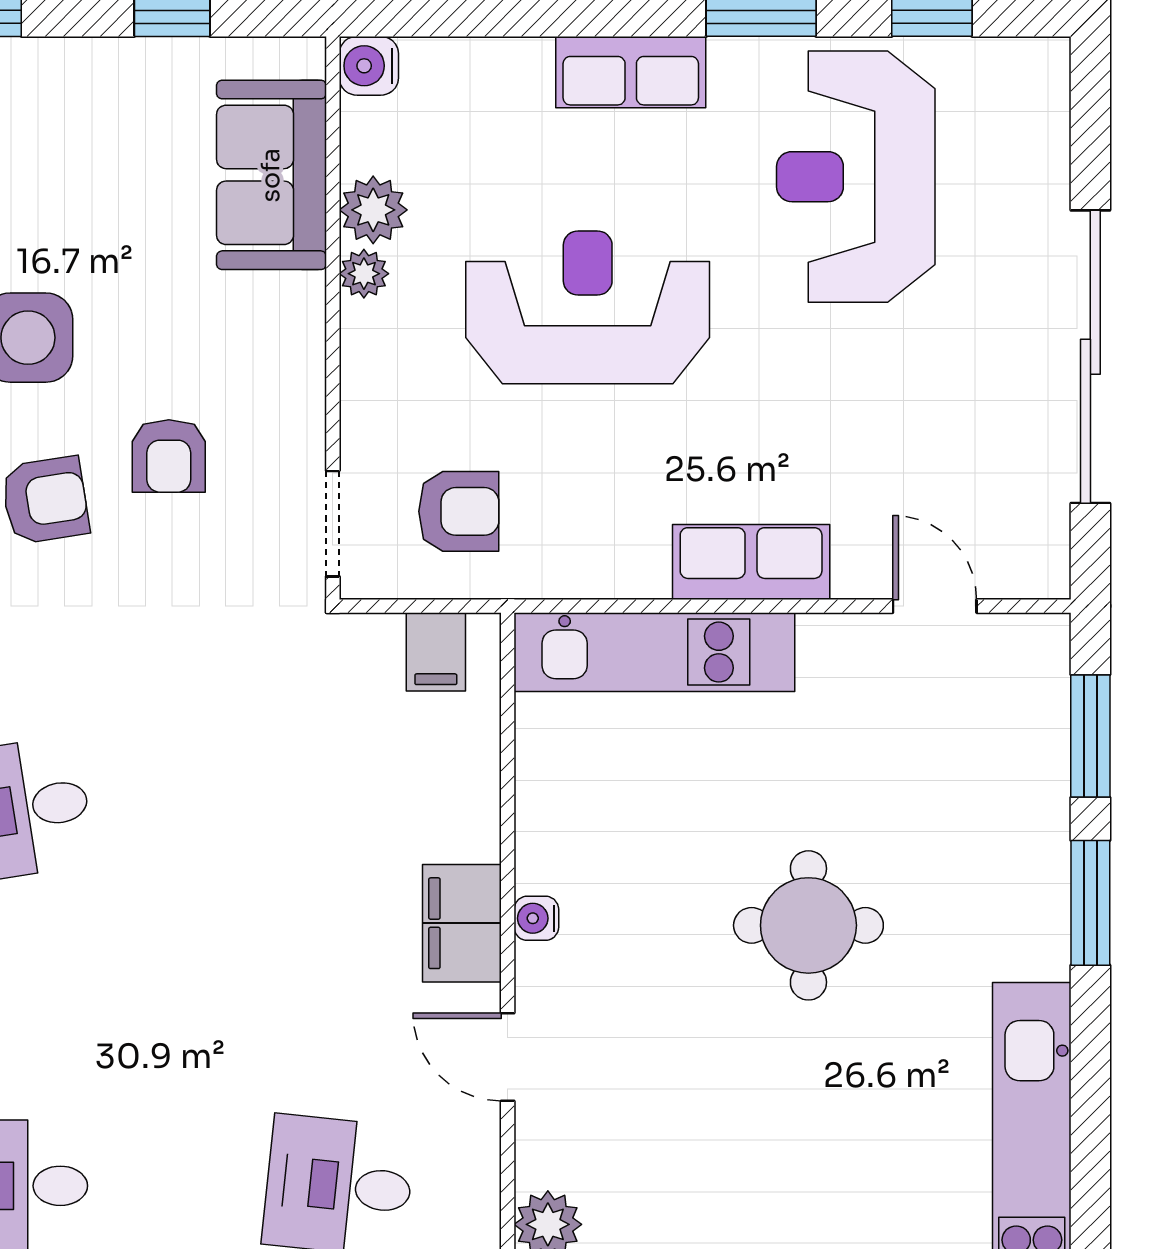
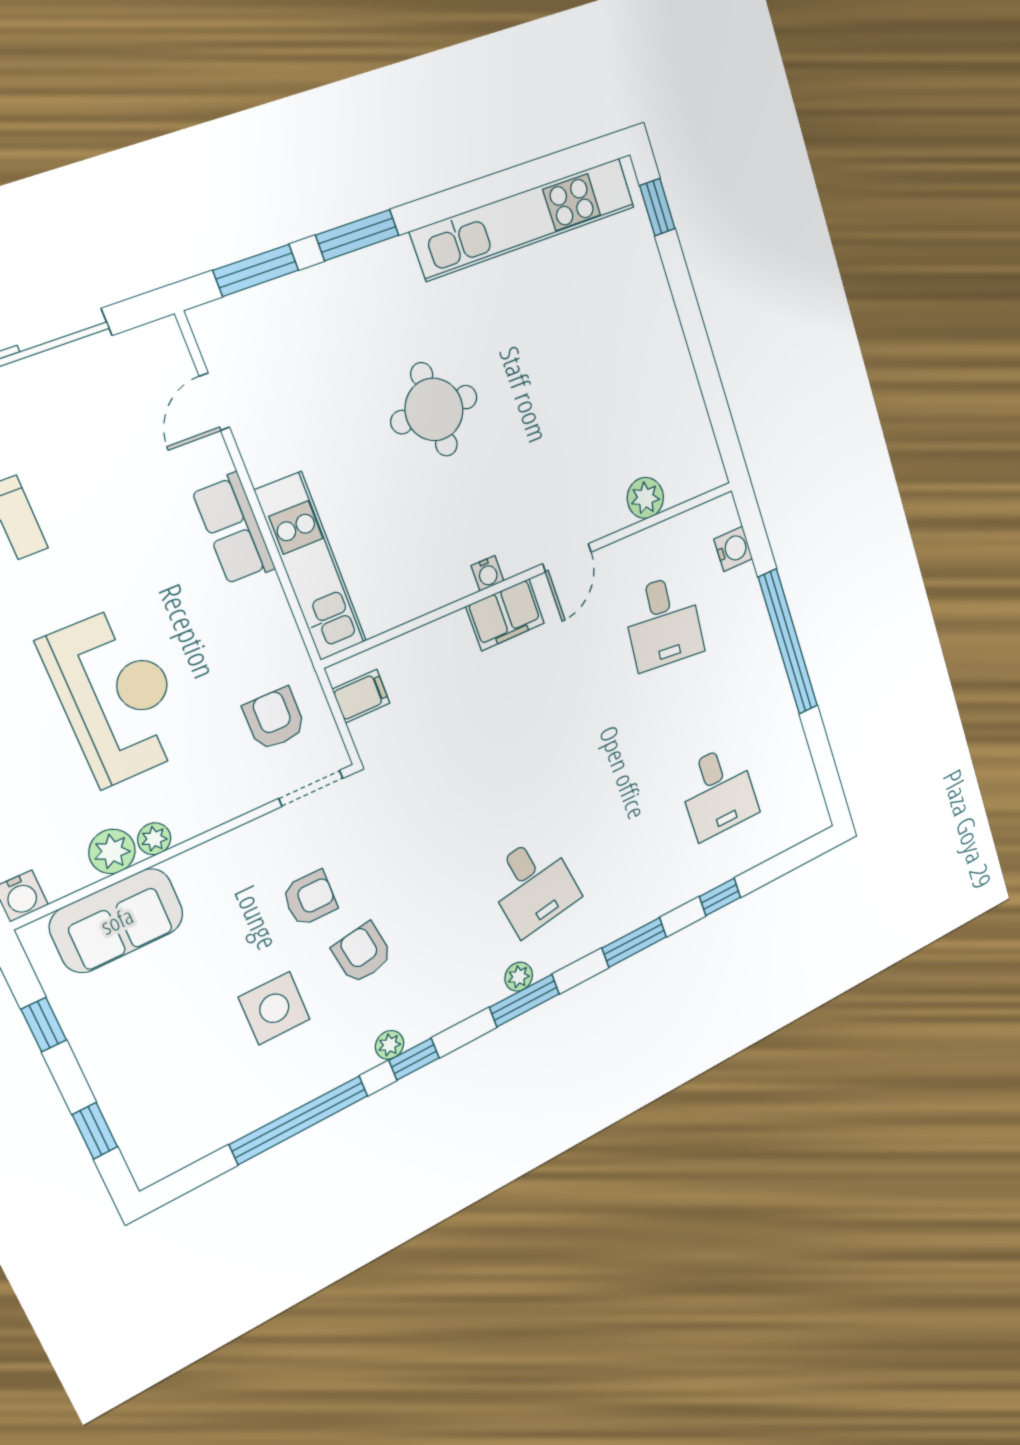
reception desk: (588, 307) -> (117, 696), turned 180

